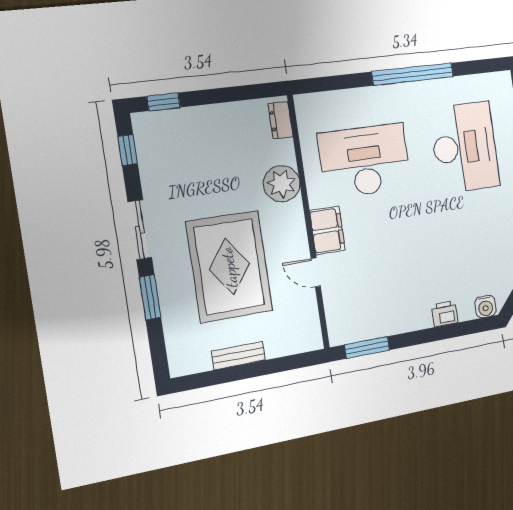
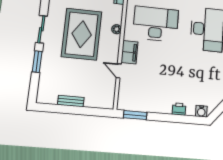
plant: (282, 184) -> (117, 29), width x0.53, depth x0.53
rug: (229, 267) -> (82, 34), moved

